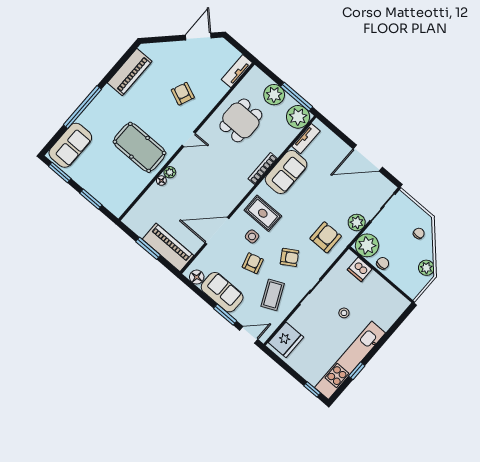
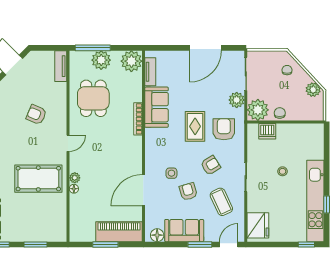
window: (297, 97) -> (93, 48), moved
rug: (263, 213) -> (195, 126), moved, turned 90

